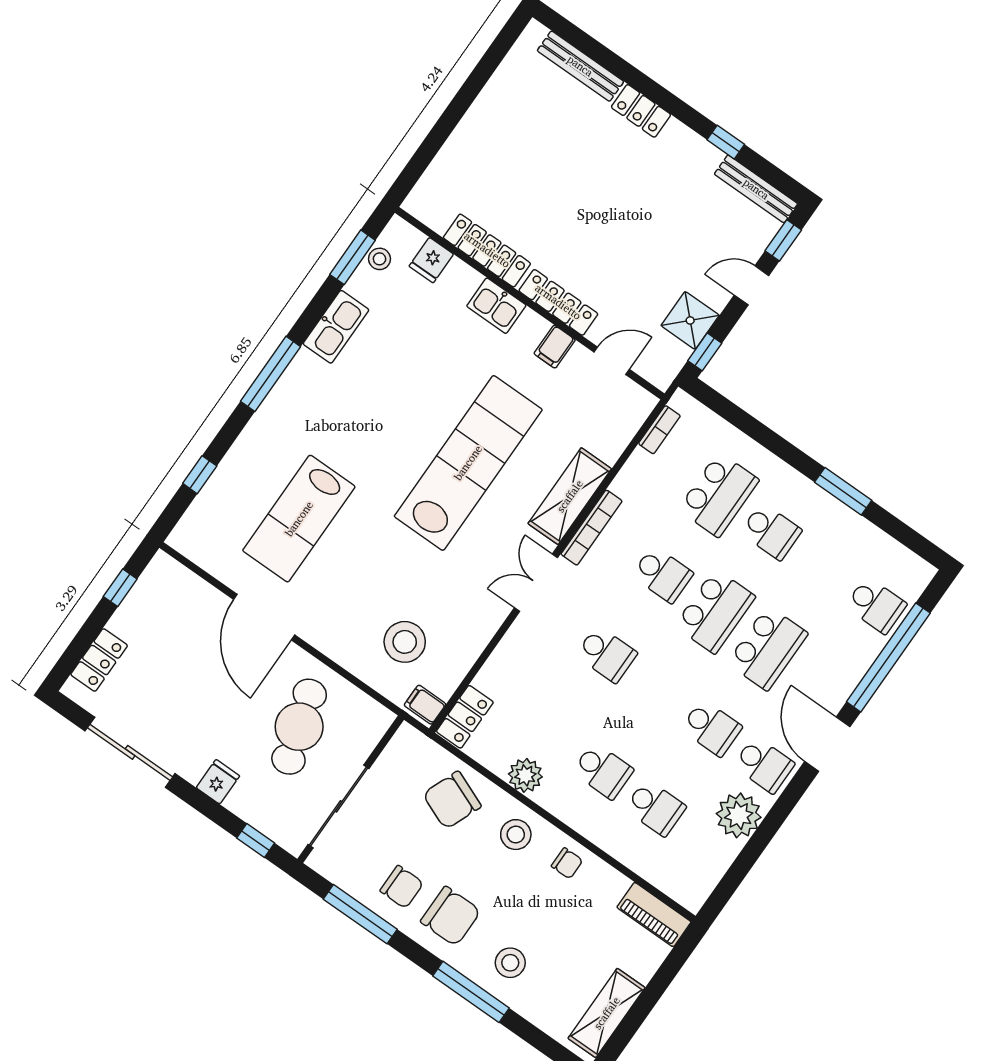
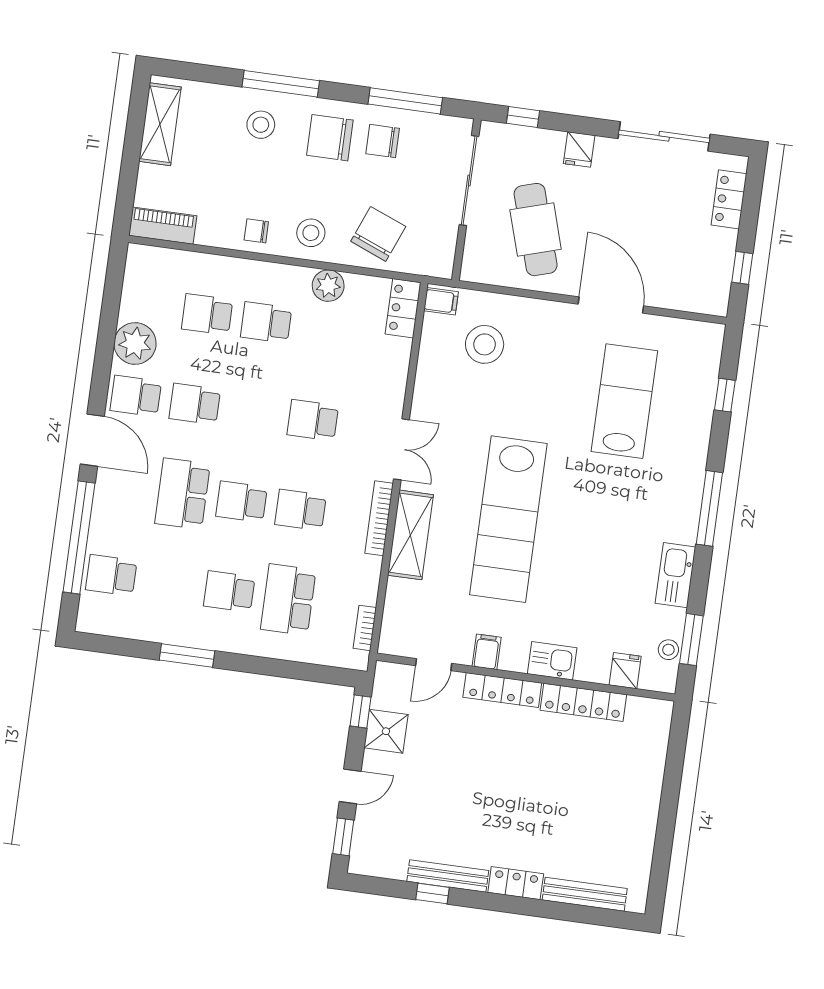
bench: (756, 189) -> (448, 876), moved
school desk: (715, 611) -> (242, 502), width x0.54

